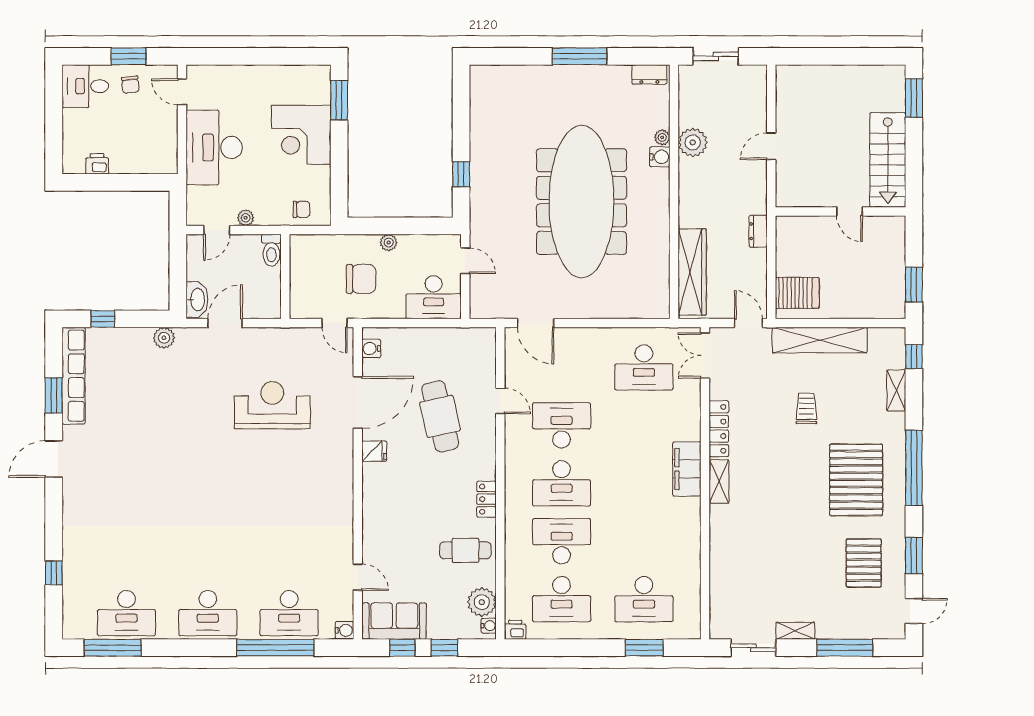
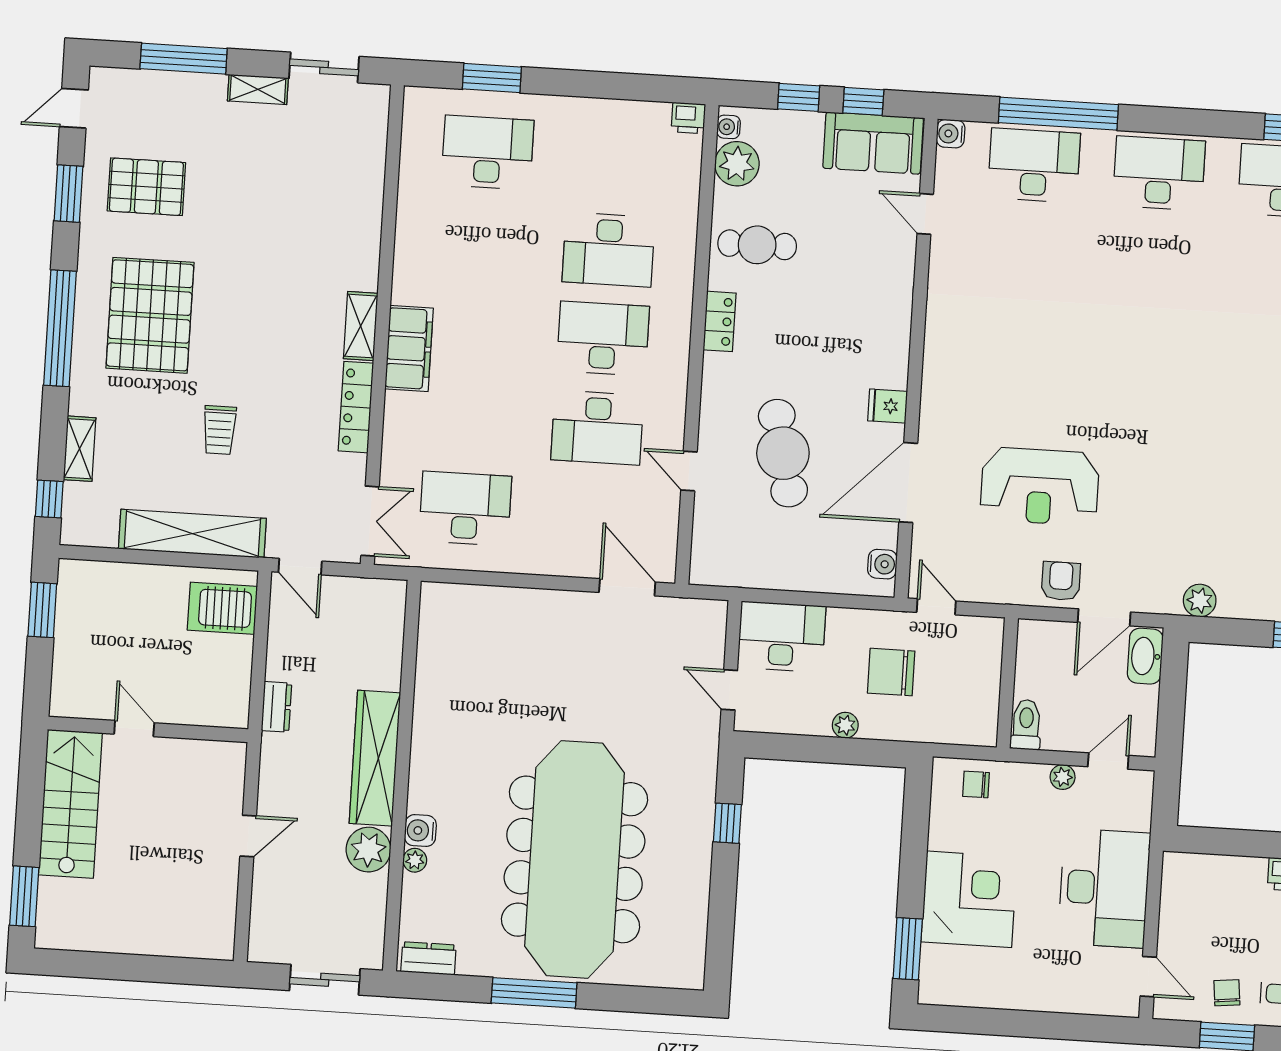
meeting table: (581, 202) -> (574, 859), moved
wardrobe: (692, 272) -> (375, 758), moved
armchair: (255, 345) -> (1061, 581), added
pallet: (864, 563) -> (146, 187), turned 90
desk: (562, 599) -> (614, 161), removed

